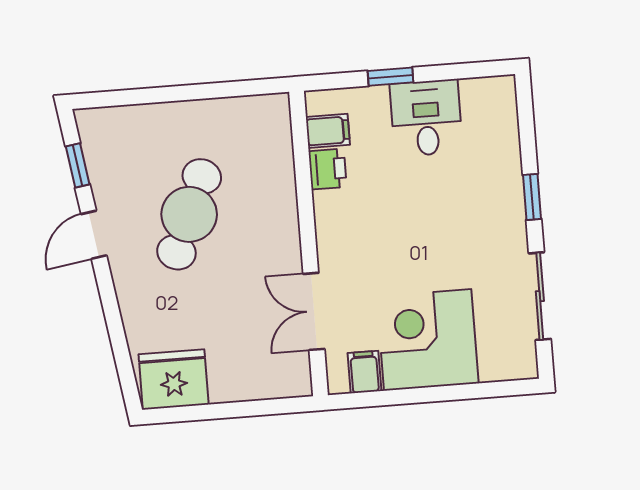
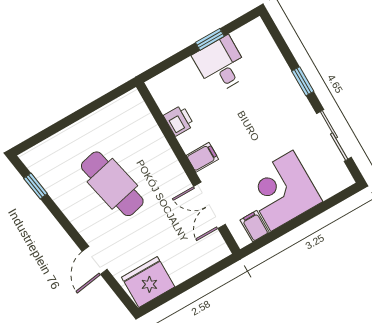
window: (391, 77) -> (210, 39), moved
filing cabinet: (328, 131) -> (202, 157), moved
cafe table: (189, 214) -> (112, 184), turned -36
door: (94, 235) -> (95, 260), moved

